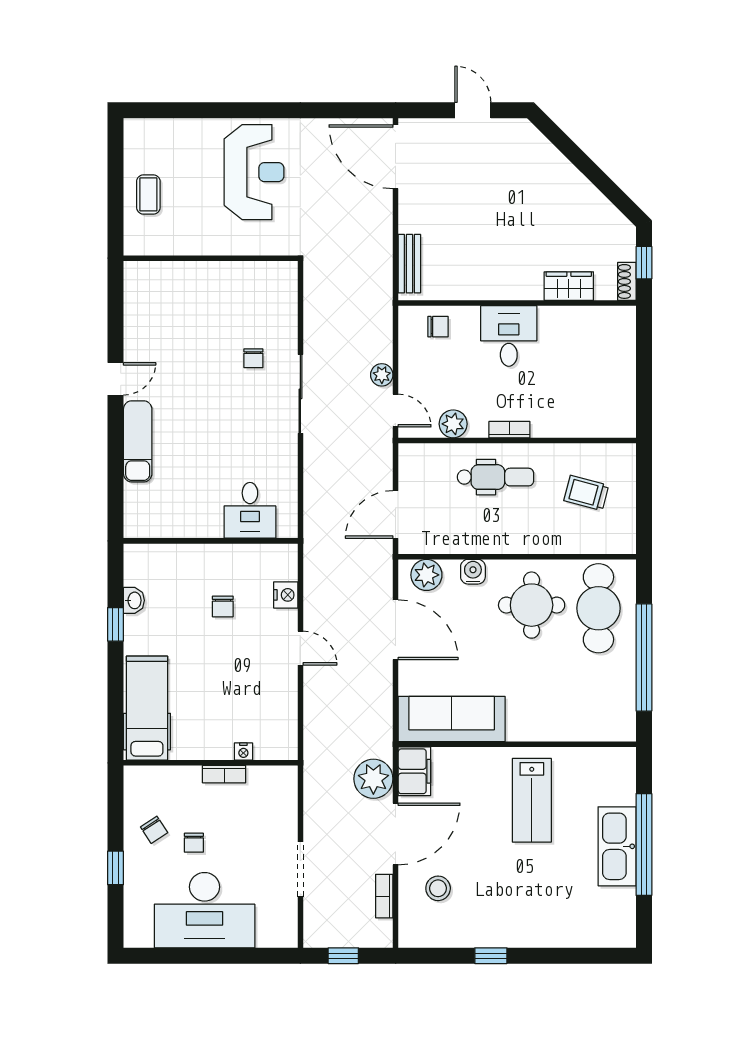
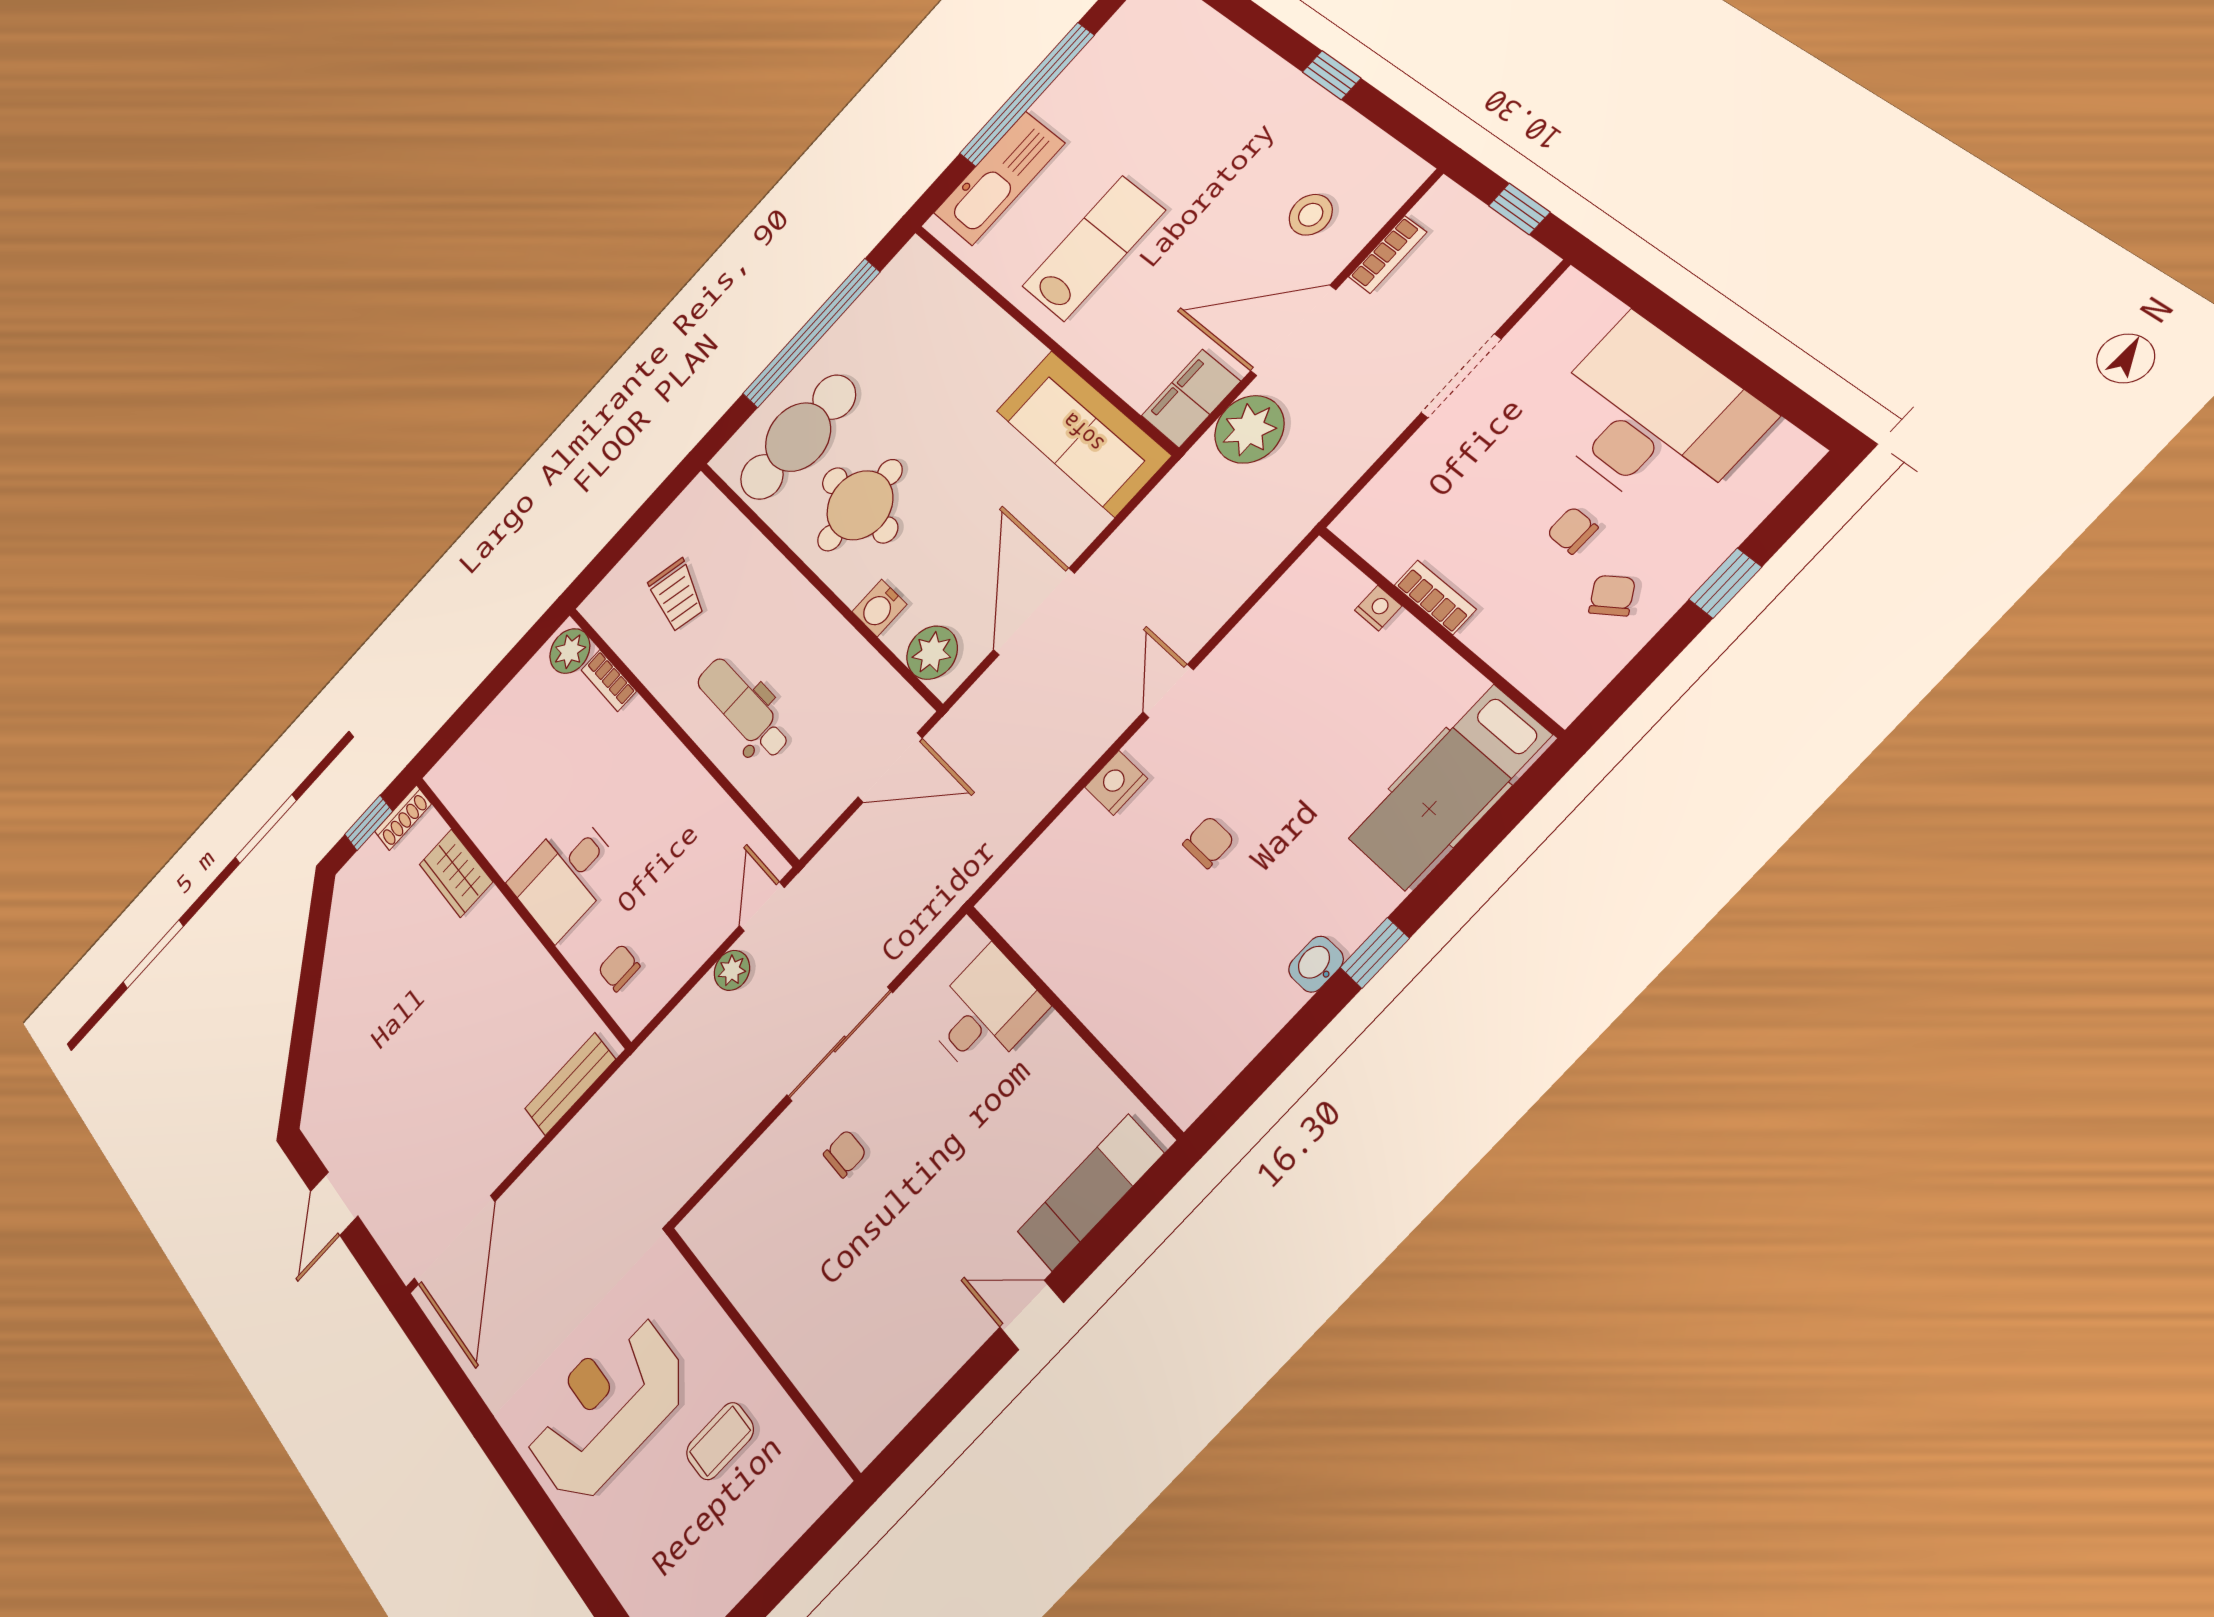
coffee table: (148, 194) -> (720, 1441), moved
plant: (453, 424) -> (570, 651), moved
bookcase: (509, 430) -> (609, 680), moved
desk: (250, 510) -> (985, 1012), moved
wall: (211, 541) -> (1072, 1020), moved
chair: (194, 843) -> (1572, 530), turned -89
kitchen sink: (617, 846) -> (999, 178), moved

